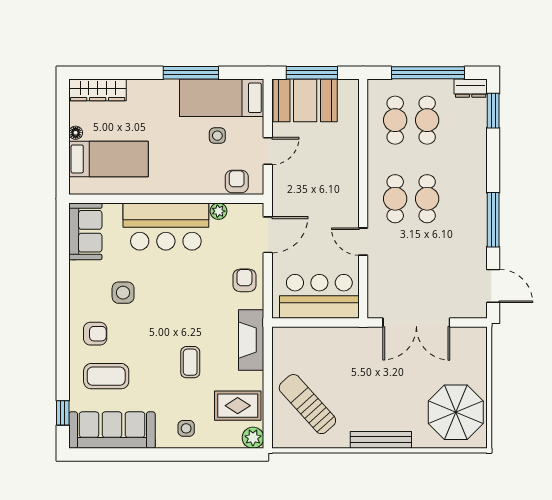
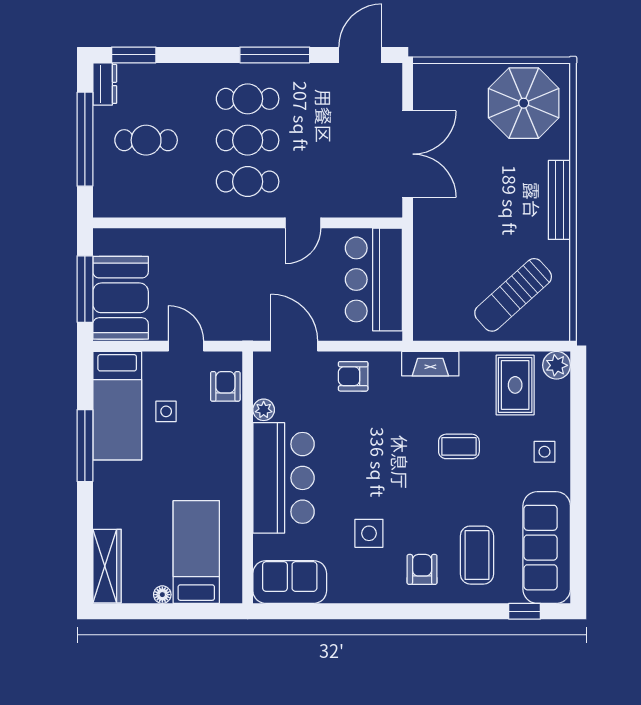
cafe table: (395, 120) -> (248, 99), moved
armchair: (237, 181) -> (225, 386), turned 90
fireplace: (251, 340) -> (430, 364), width x0.73, depth x0.76

